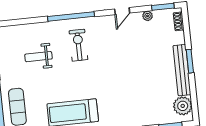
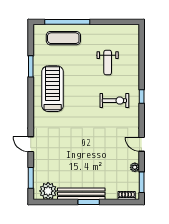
window: (71, 16) -> (142, 96), width x0.32
weight bench: (38, 57) -> (108, 62), turned 180

